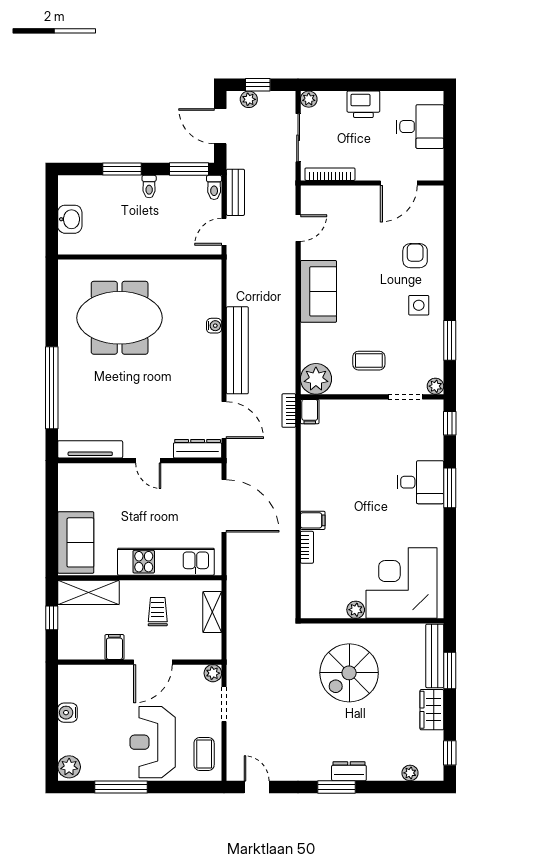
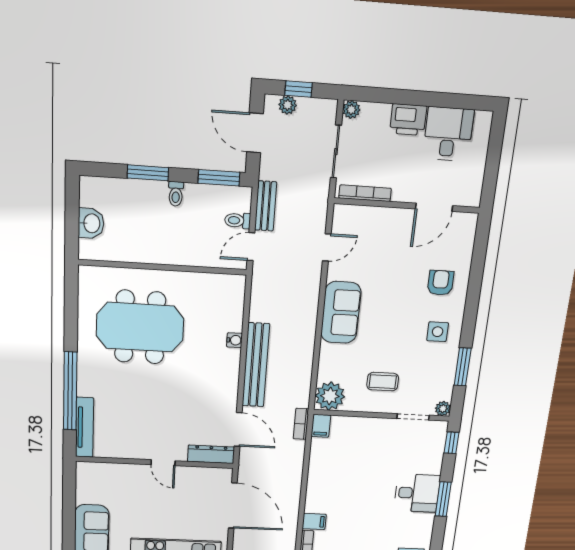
desk: (420, 127) -> (448, 134), moved, turned -90
toilet: (214, 187) -> (238, 220), moved, turned 90
tv unit: (90, 449) -> (85, 427), moved, turned 90

